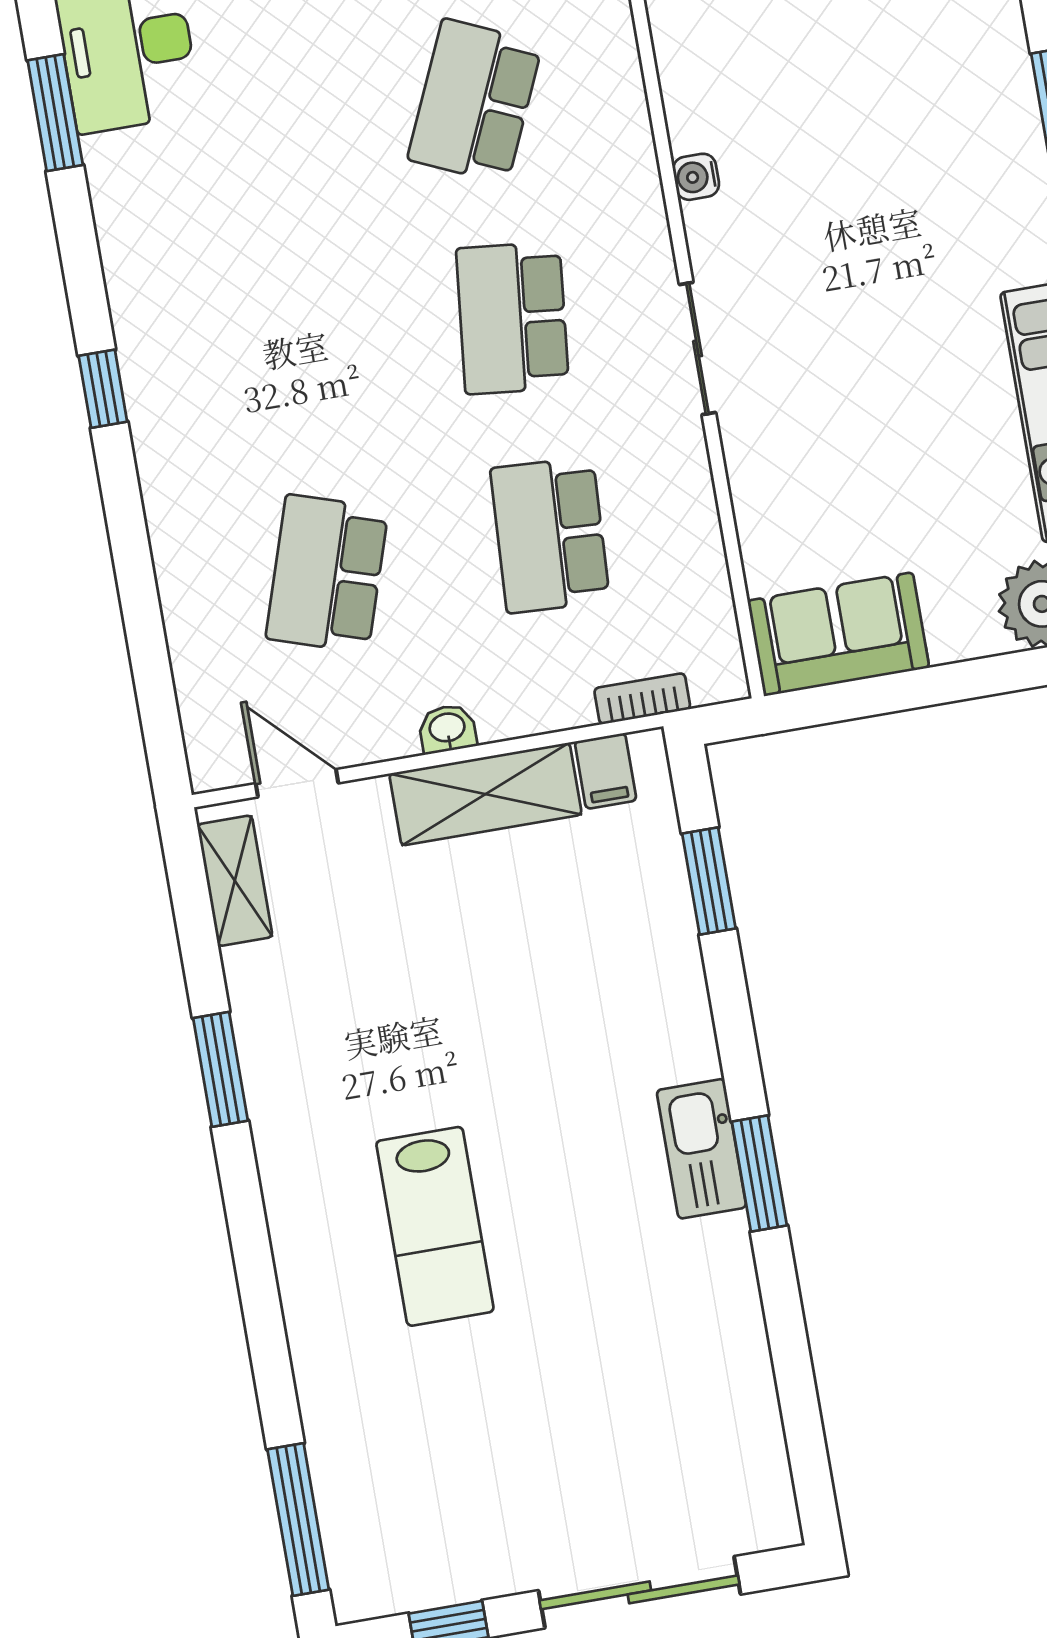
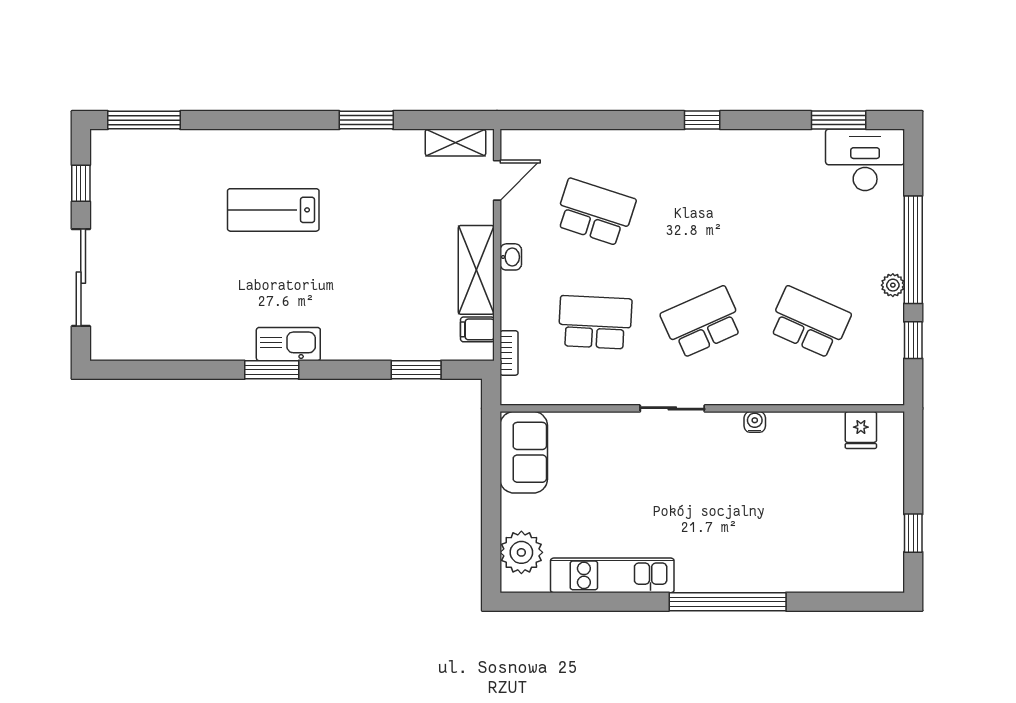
school desk: (512, 318) -> (702, 322), turned -30

